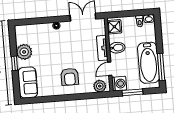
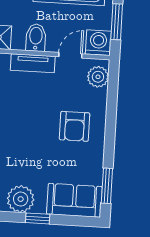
door: (110, 69) -> (70, 55), swing flipped
armchair: (70, 77) -> (75, 126), turned 90
window: (39, 100) -> (107, 186), added

